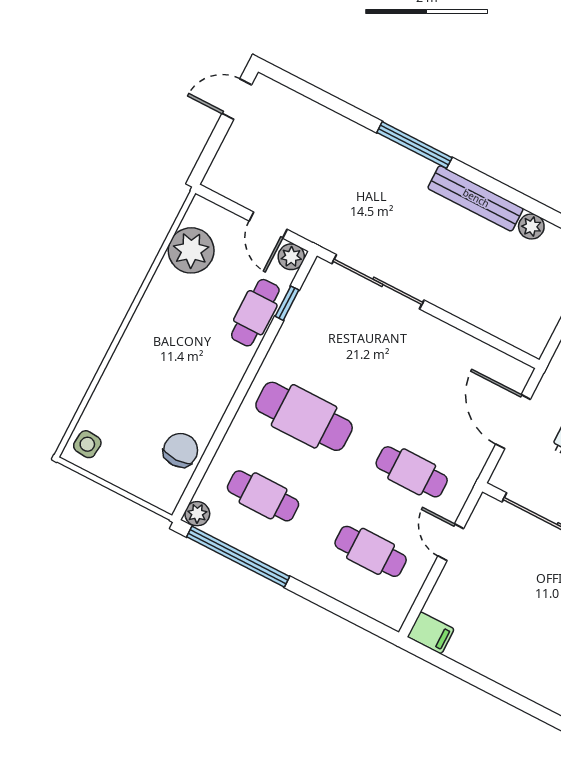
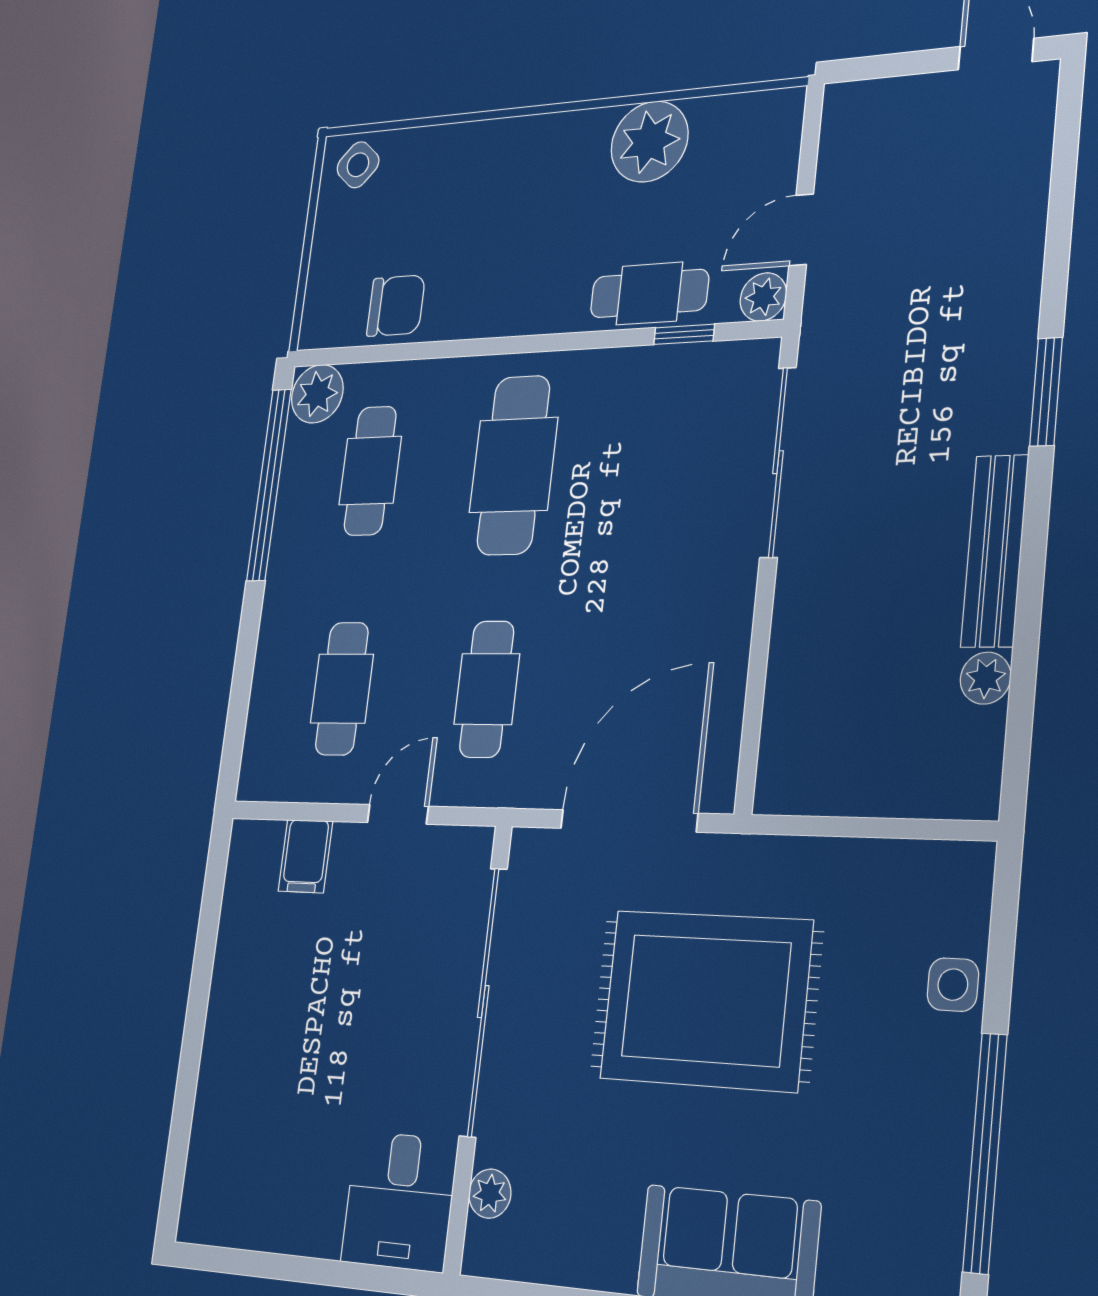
window: (414, 145) -> (1046, 392), width x0.69
plant: (191, 250) -> (649, 142), moved
door: (513, 422) -> (629, 821), width x1.36
side table: (87, 444) -> (358, 165), turned 37
plant: (197, 514) -> (317, 394), width x1.38, depth x1.38
filing cabinet: (431, 633) -> (305, 856), moved

